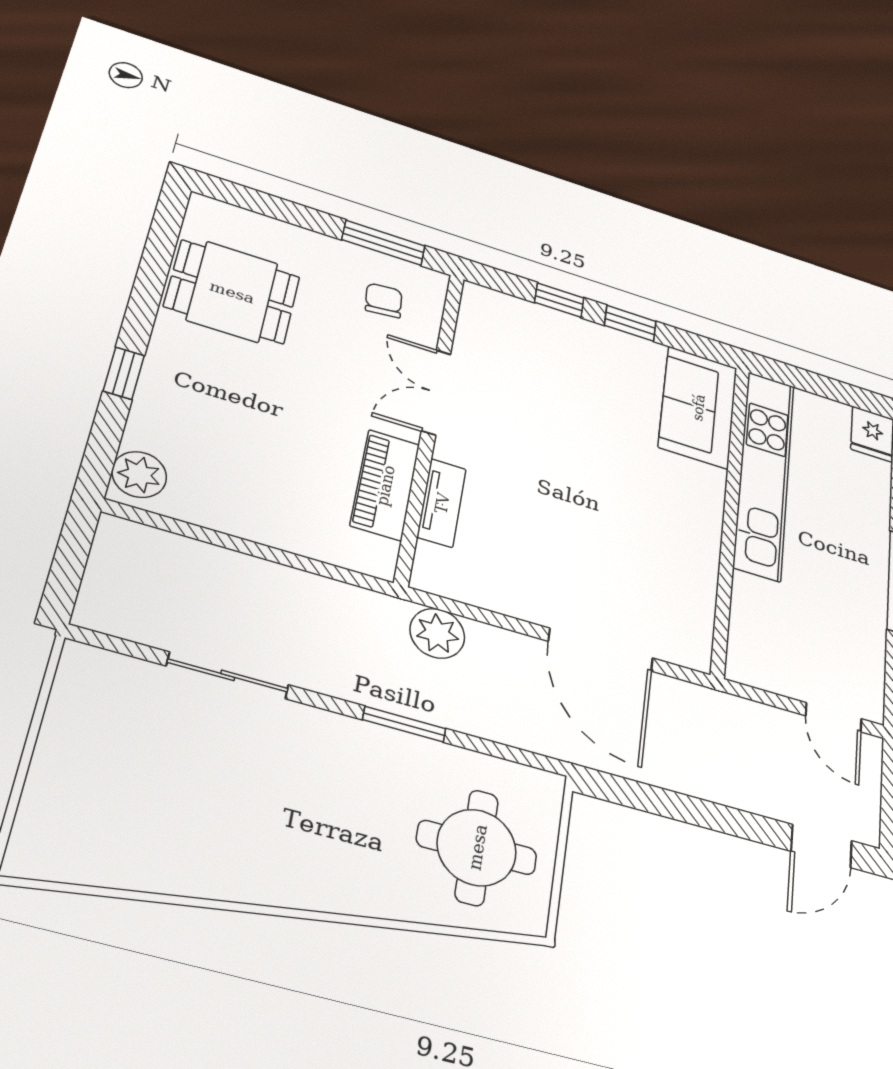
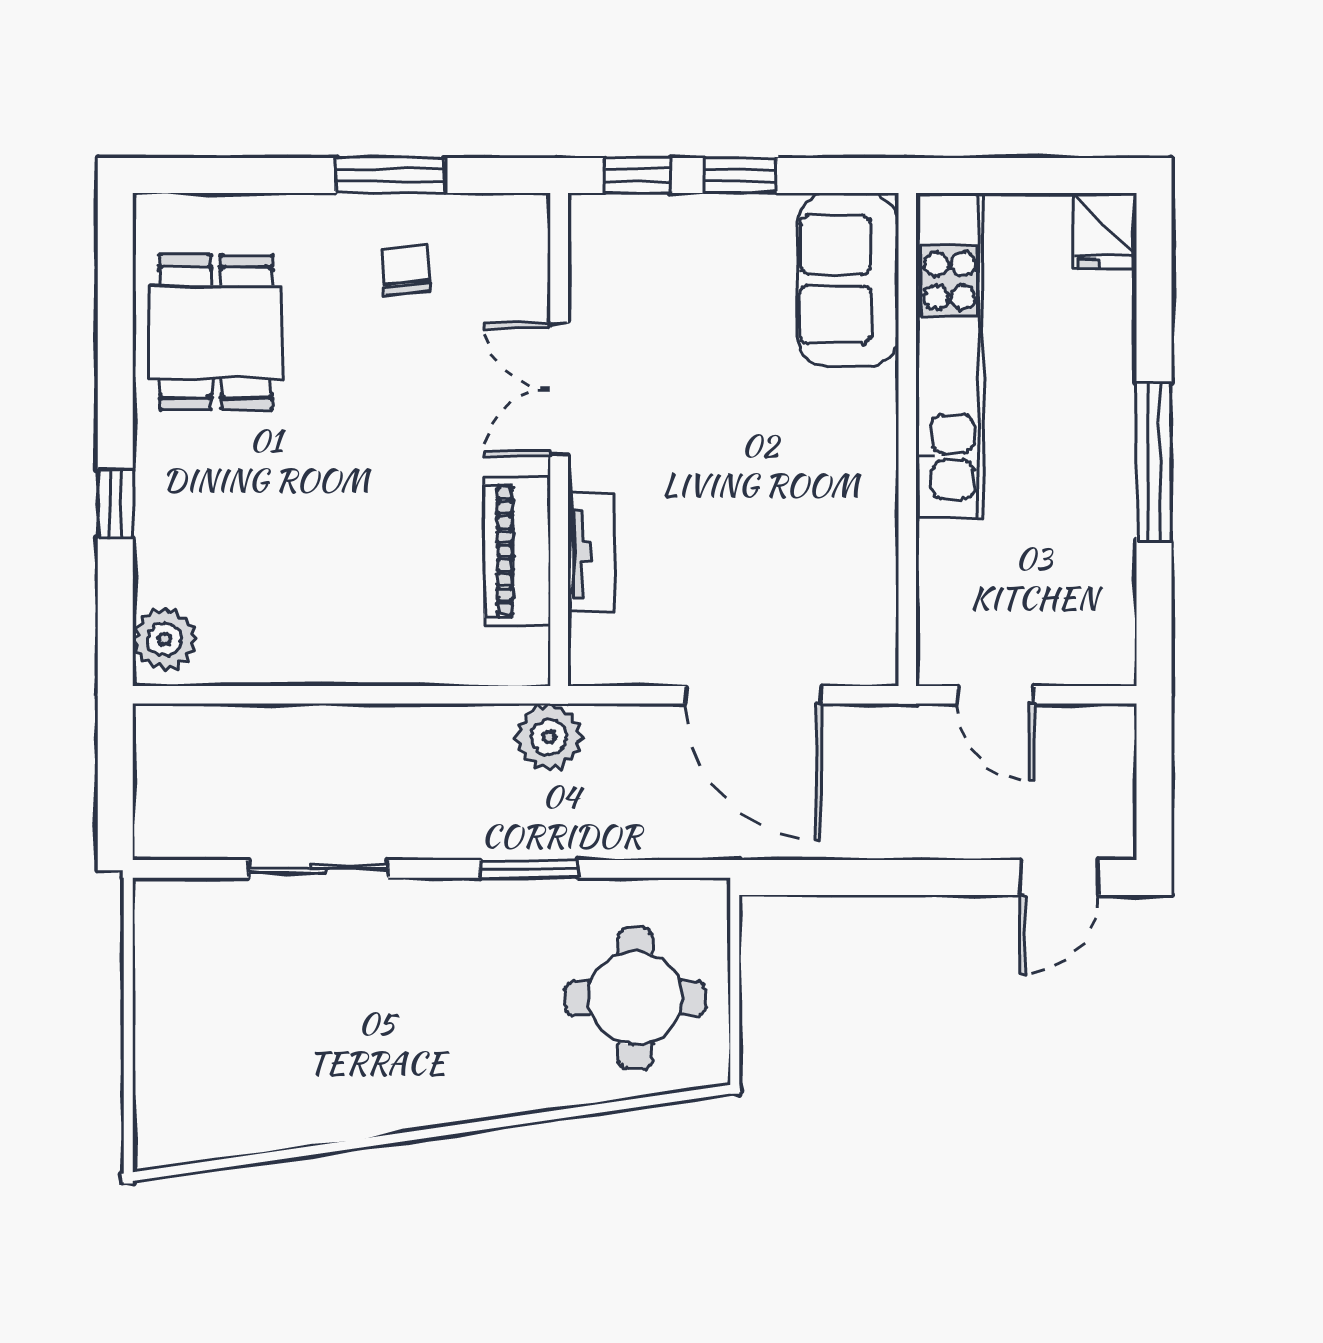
dining table: (232, 292) -> (216, 332), turned 90
double door: (436, 392) -> (559, 389), moved
wall: (430, 424) -> (559, 439), moved
piano: (385, 485) -> (517, 551), moved
tv unit: (442, 503) -> (591, 552), moved
door: (834, 717) -> (995, 695), moved

